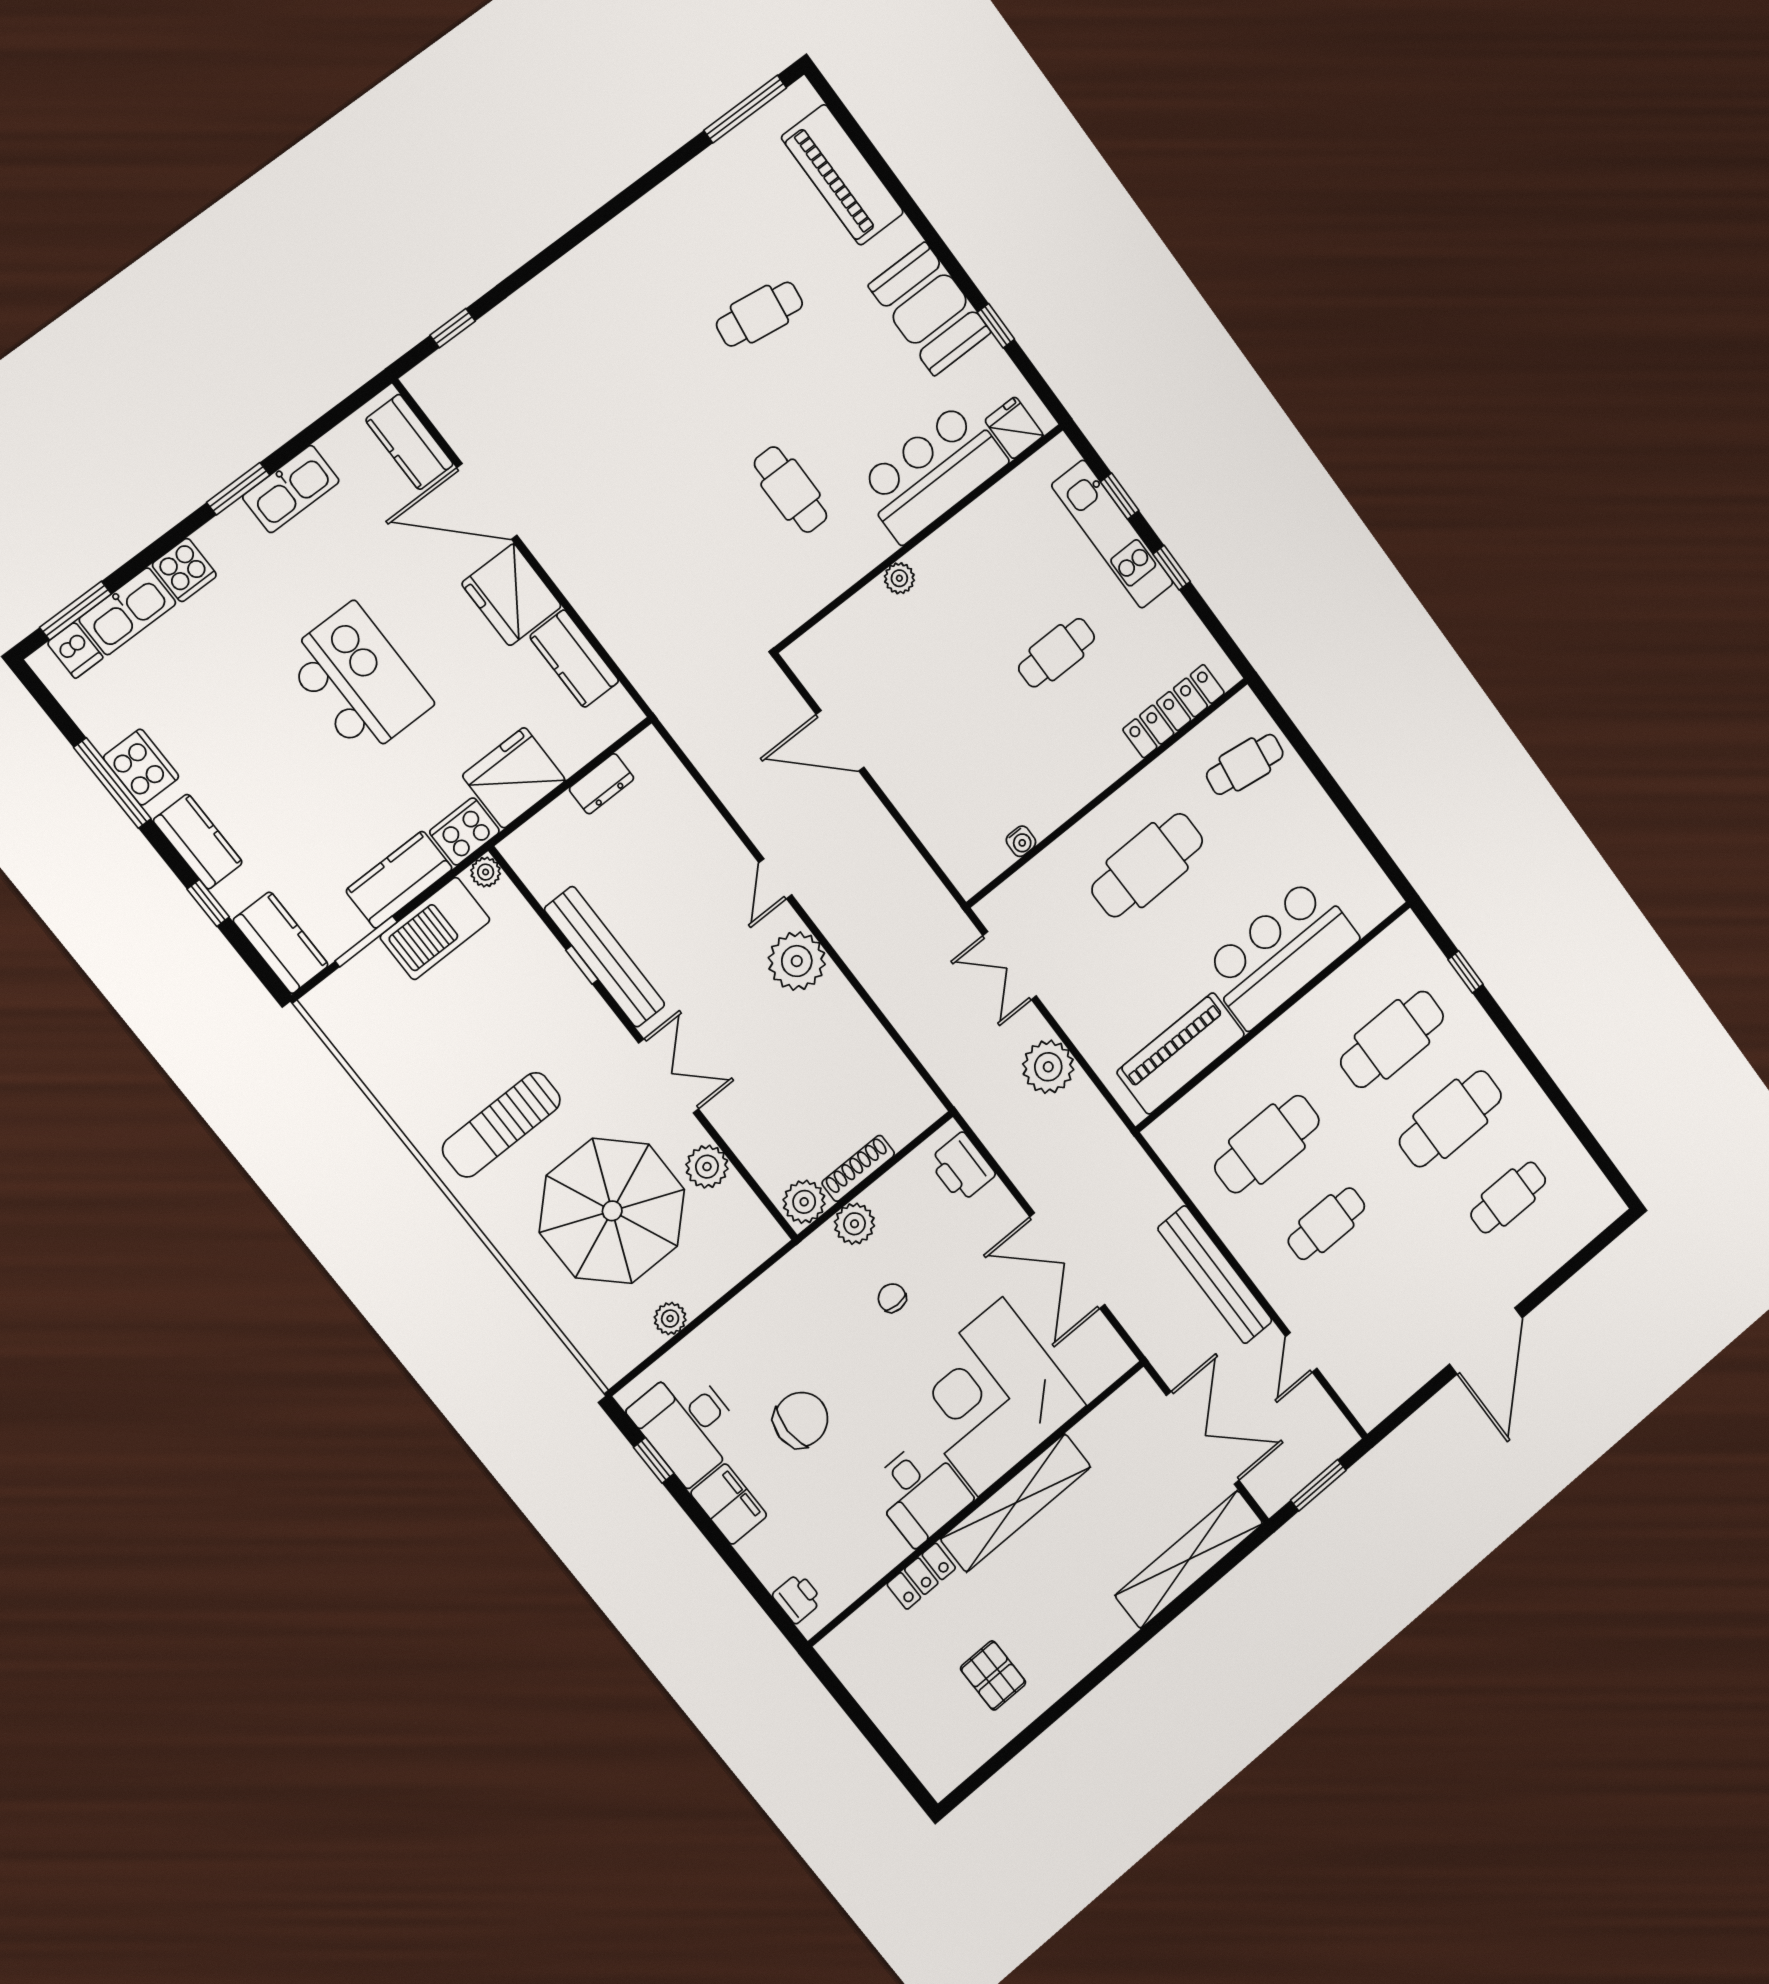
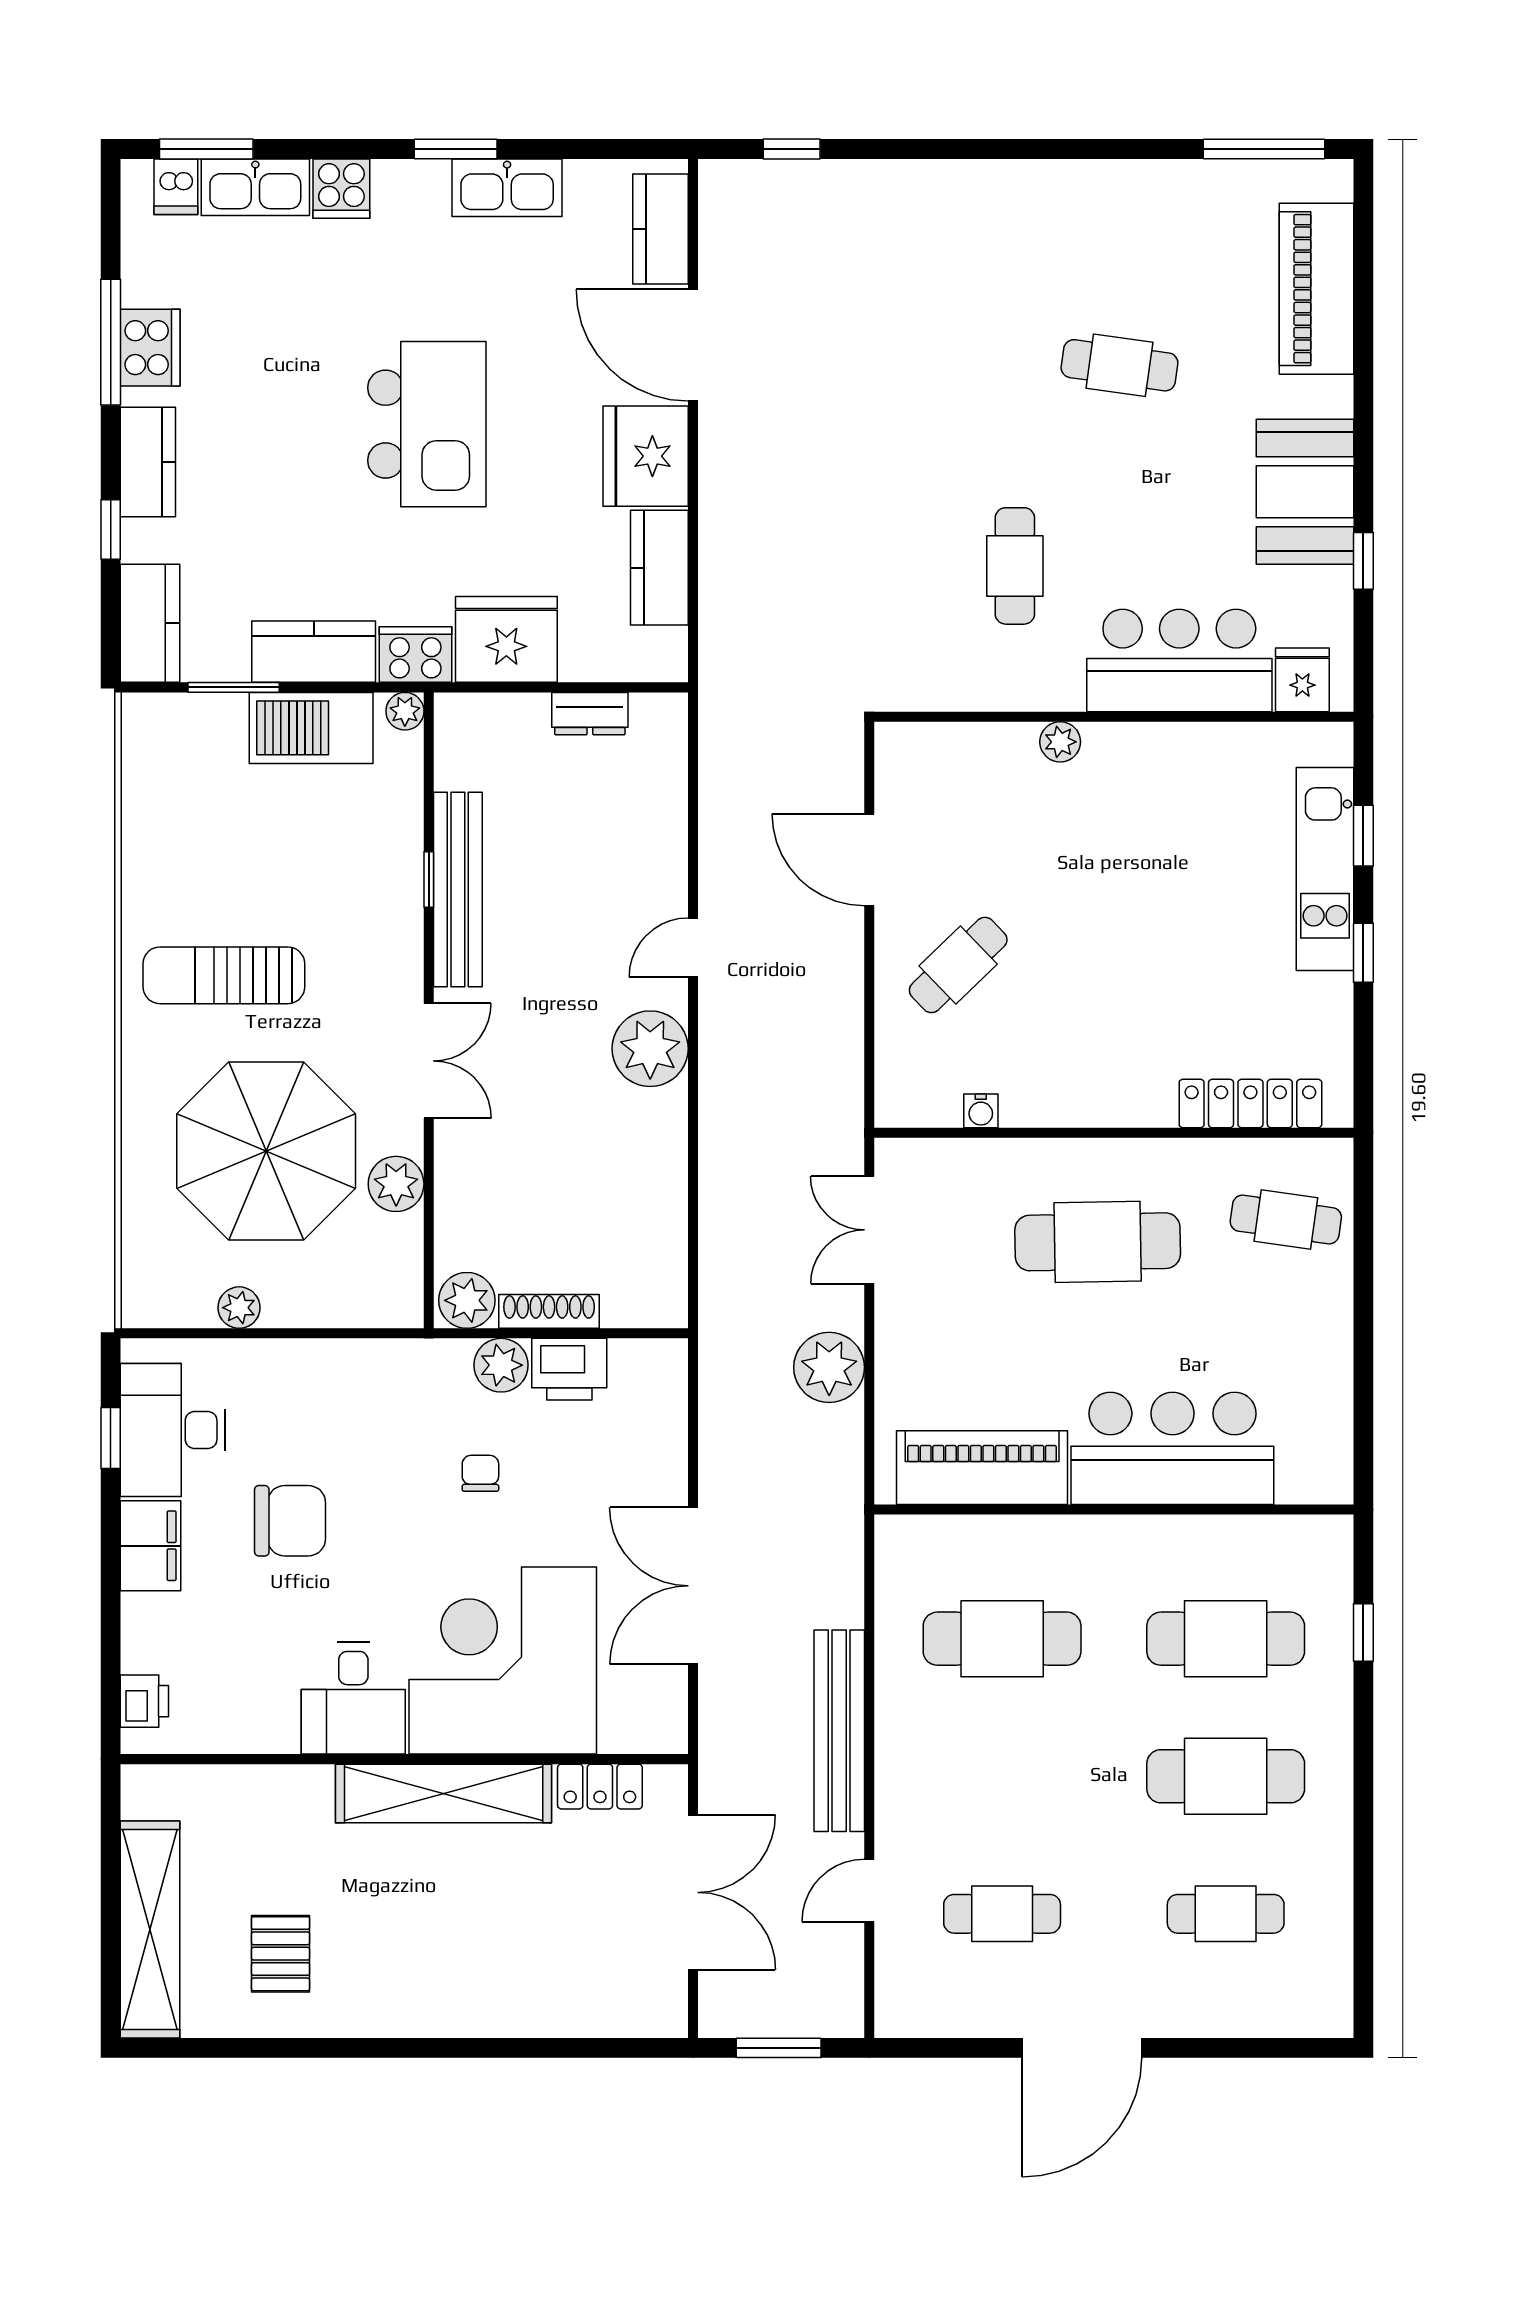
cafe table: (1057, 653) -> (958, 965), moved, turned -44
printer: (962, 1167) -> (569, 1369), moved, turned -90
cafe table: (1326, 1224) -> (1002, 1914), moved
shelving: (1189, 1559) -> (150, 1929), moved, turned 90
locker: (921, 1576) -> (600, 1787), moved

